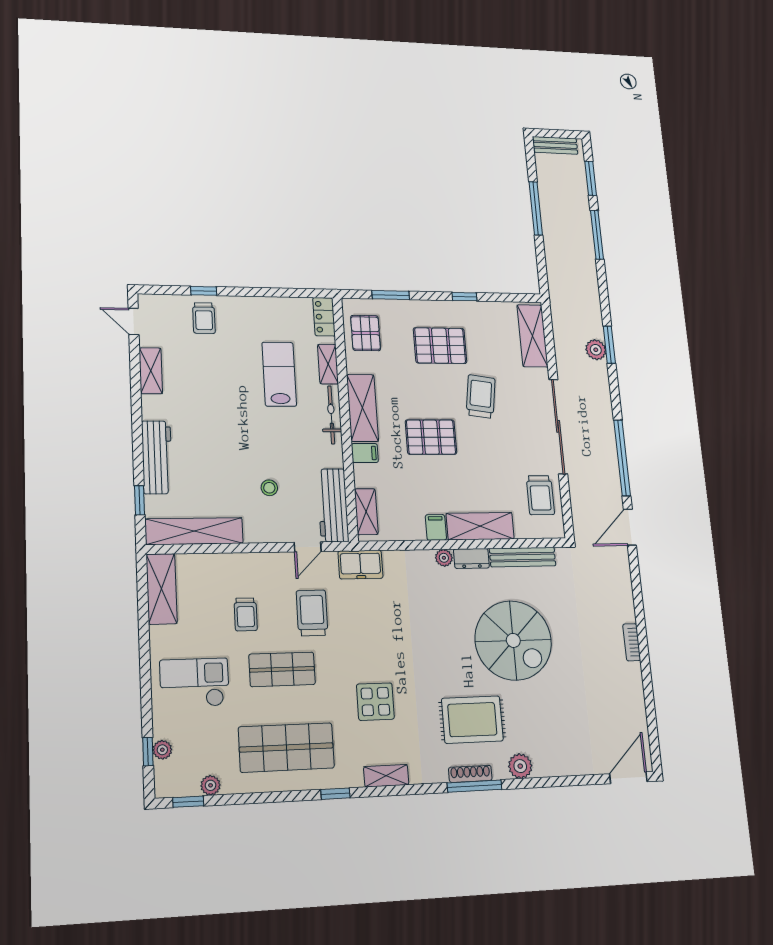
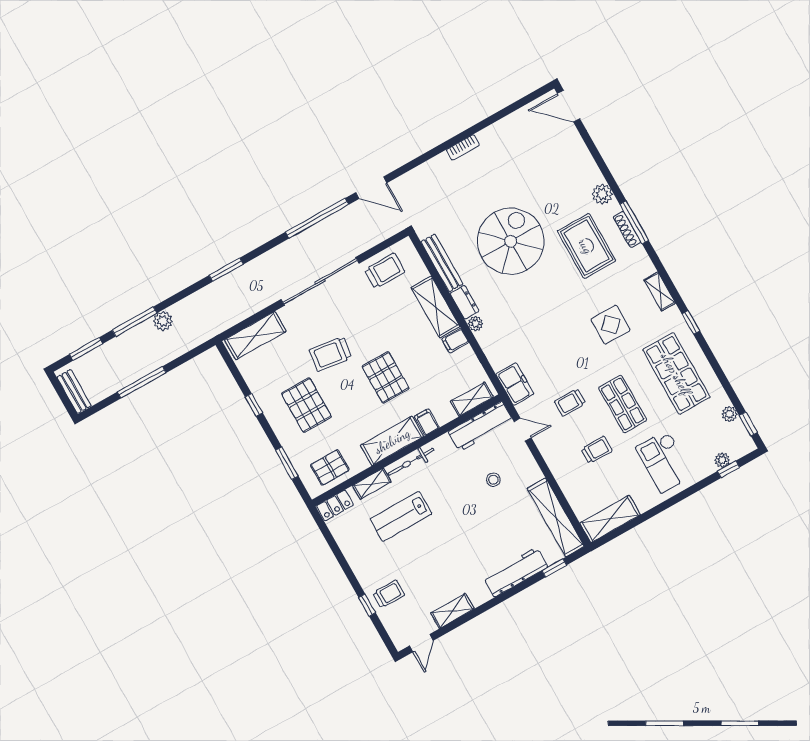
plant: (596, 350) -> (163, 321), moved
trolley: (312, 613) -> (570, 402), width x0.73, depth x0.72

